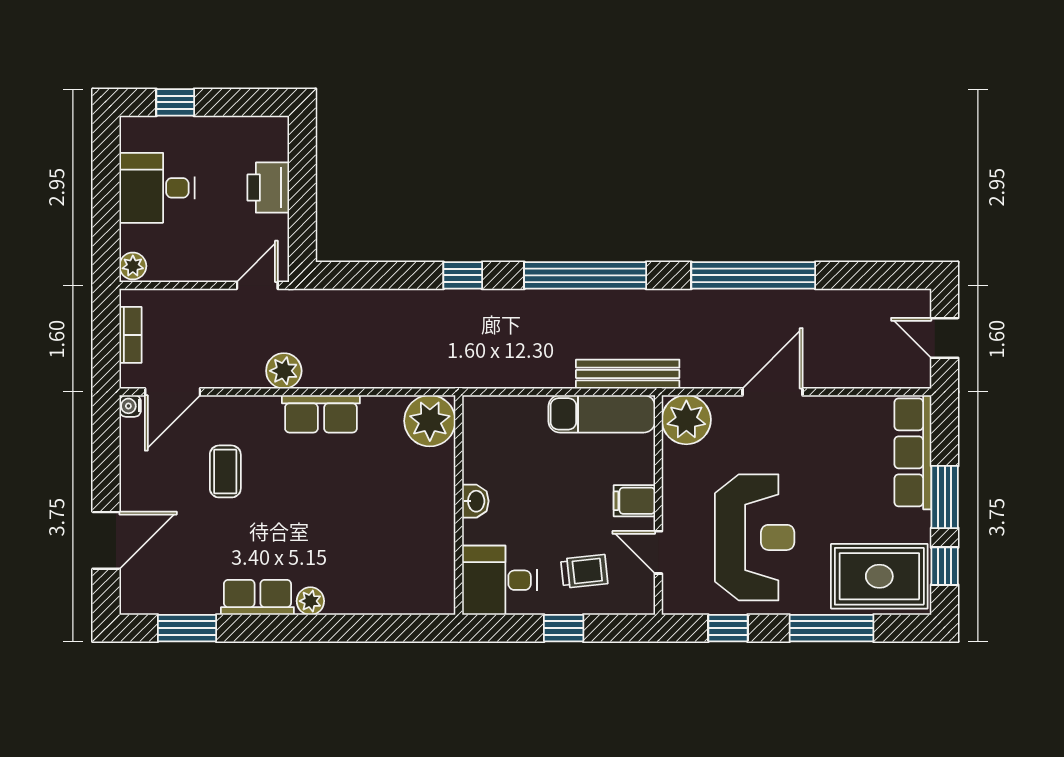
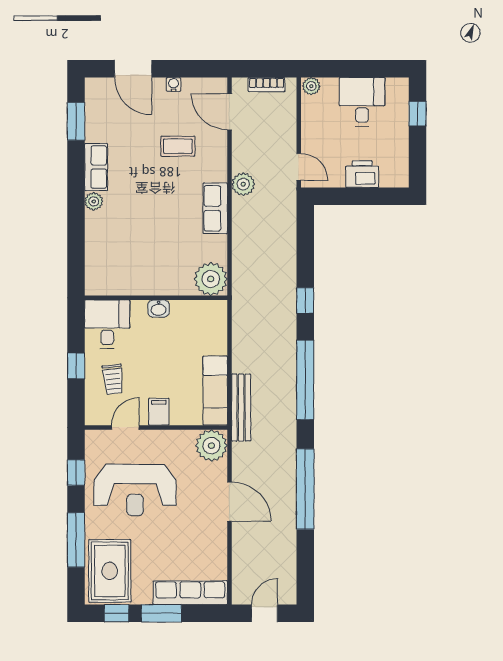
water cooler: (130, 406) -> (174, 84), moved

